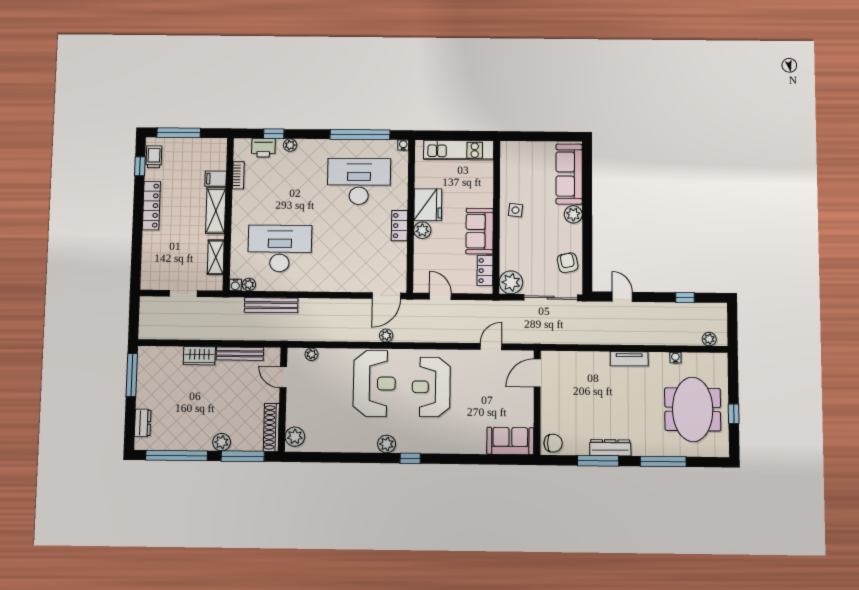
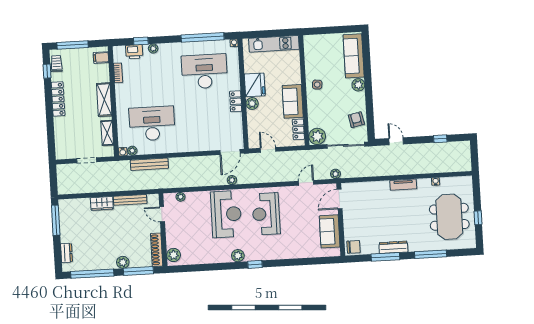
filing cabinet: (216, 179) -> (101, 58), moved
plant: (709, 339) -> (335, 174), moved
sofa: (510, 441) -> (330, 231), moved, turned -90

